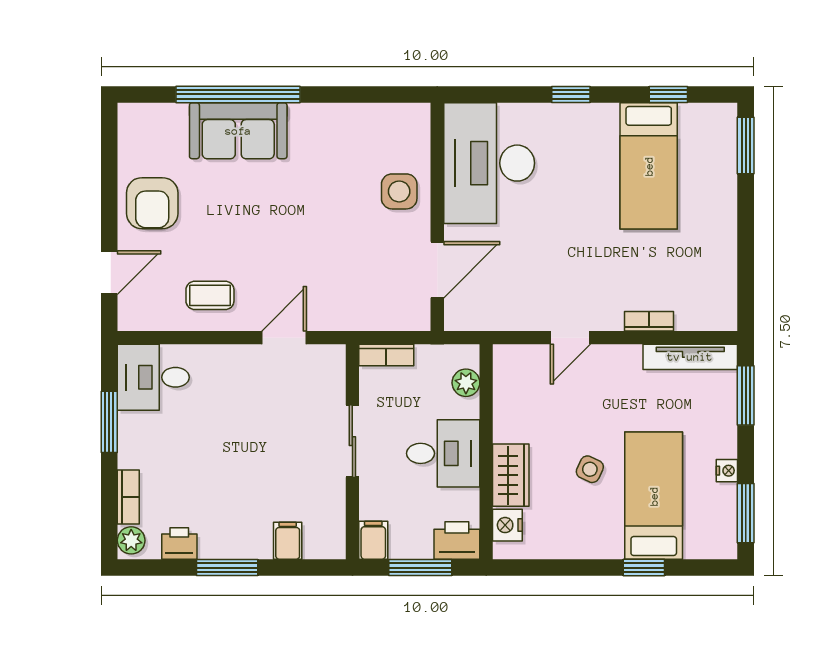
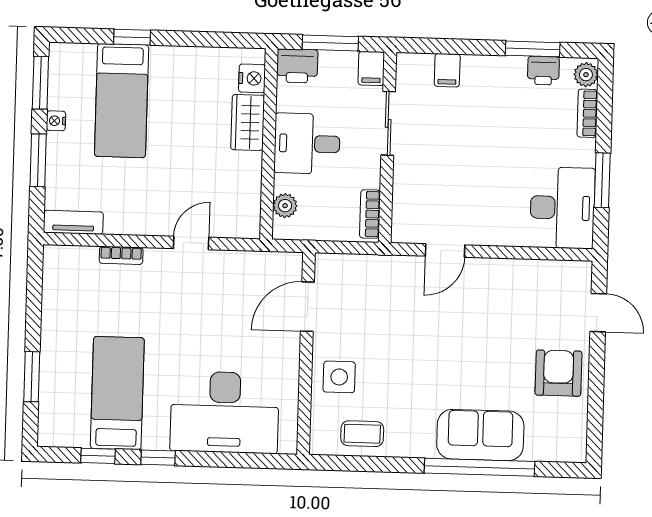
window: (571, 94) -> (158, 458), moved
window: (746, 146) -> (32, 377), moved
desk: (489, 163) -> (225, 412), moved, turned 90
door: (109, 273) -> (598, 313), swing flipped
coffee table: (210, 295) -> (362, 434), moved
bookcase: (386, 355) -> (370, 214), moved, turned -90
tv unit: (690, 357) -> (73, 222), width x0.71
desk: (153, 377) -> (562, 208), width x1.37
window: (746, 395) -> (38, 160), moved
sliding door: (352, 441) -> (388, 123), moved
side table: (590, 469) -> (177, 126), removed
window: (227, 568) -> (533, 49), moved

